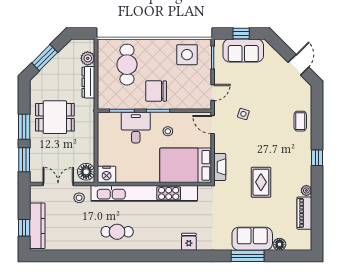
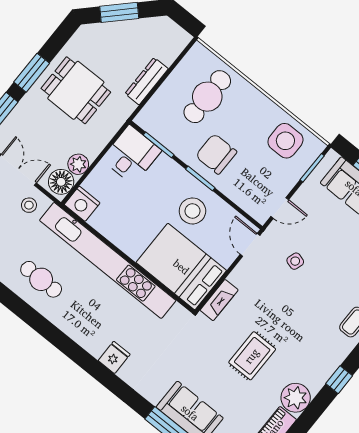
plant: (88, 58) -> (78, 164), moved
desk: (136, 128) -> (131, 155), moved
stool: (168, 131) -> (192, 211), width x1.89, depth x1.89
plant: (306, 190) -> (296, 398), width x1.88, depth x1.88

